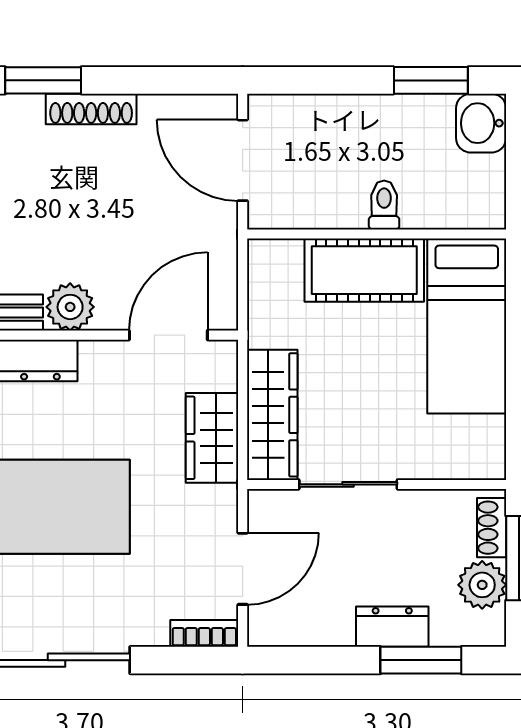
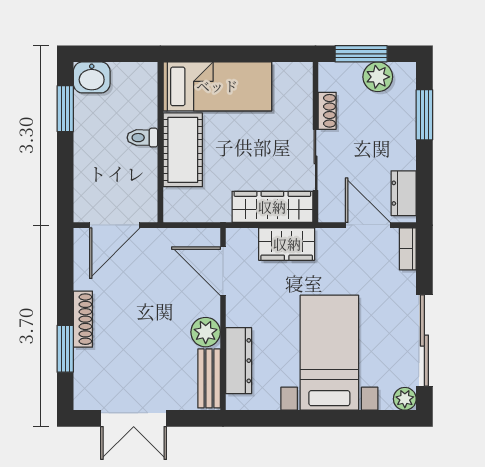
shoe rack: (492, 528) -> (327, 111), moved, turned -90
dresser: (392, 627) -> (404, 193), moved

